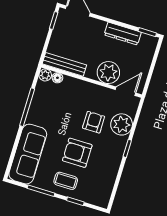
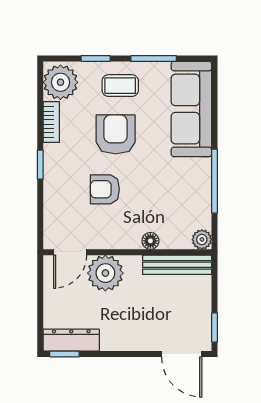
dresser: (123, 34) -> (71, 340), moved
floor lamp: (57, 78) -> (150, 241), moved
armchair: (94, 122) -> (105, 189), turned 90
plant: (122, 124) -> (60, 82), moved
armchair: (77, 153) -> (116, 134), turned -90
bookcase: (113, 172) -> (51, 122), added

